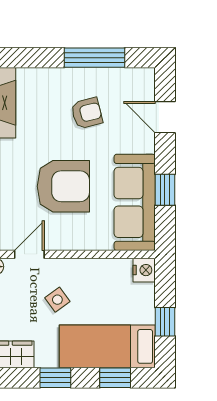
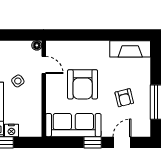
window: (165, 190) -> (93, 142), moved
nightstand: (144, 270) -> (11, 130), moved

